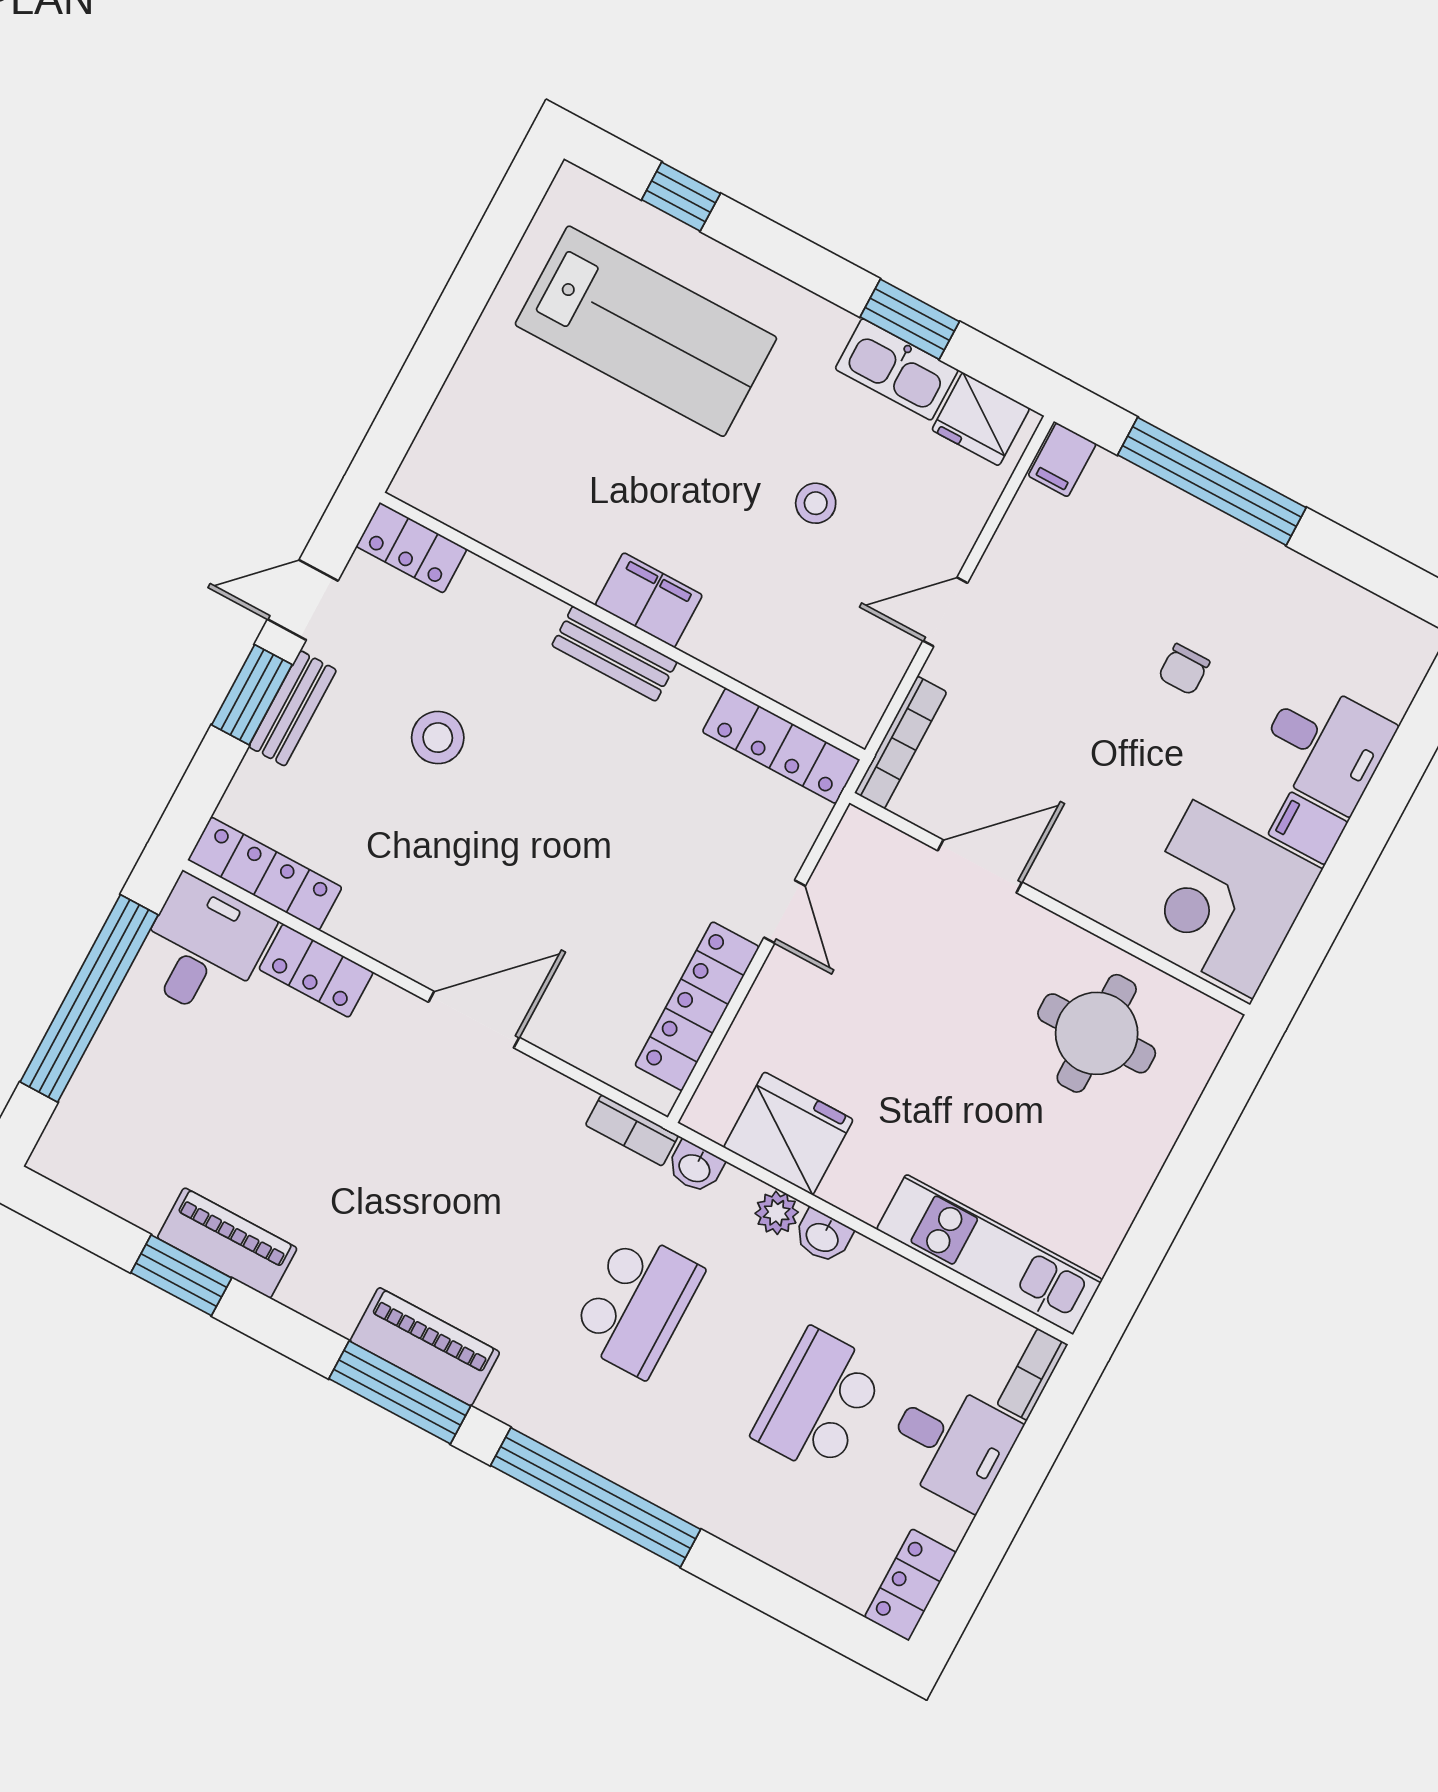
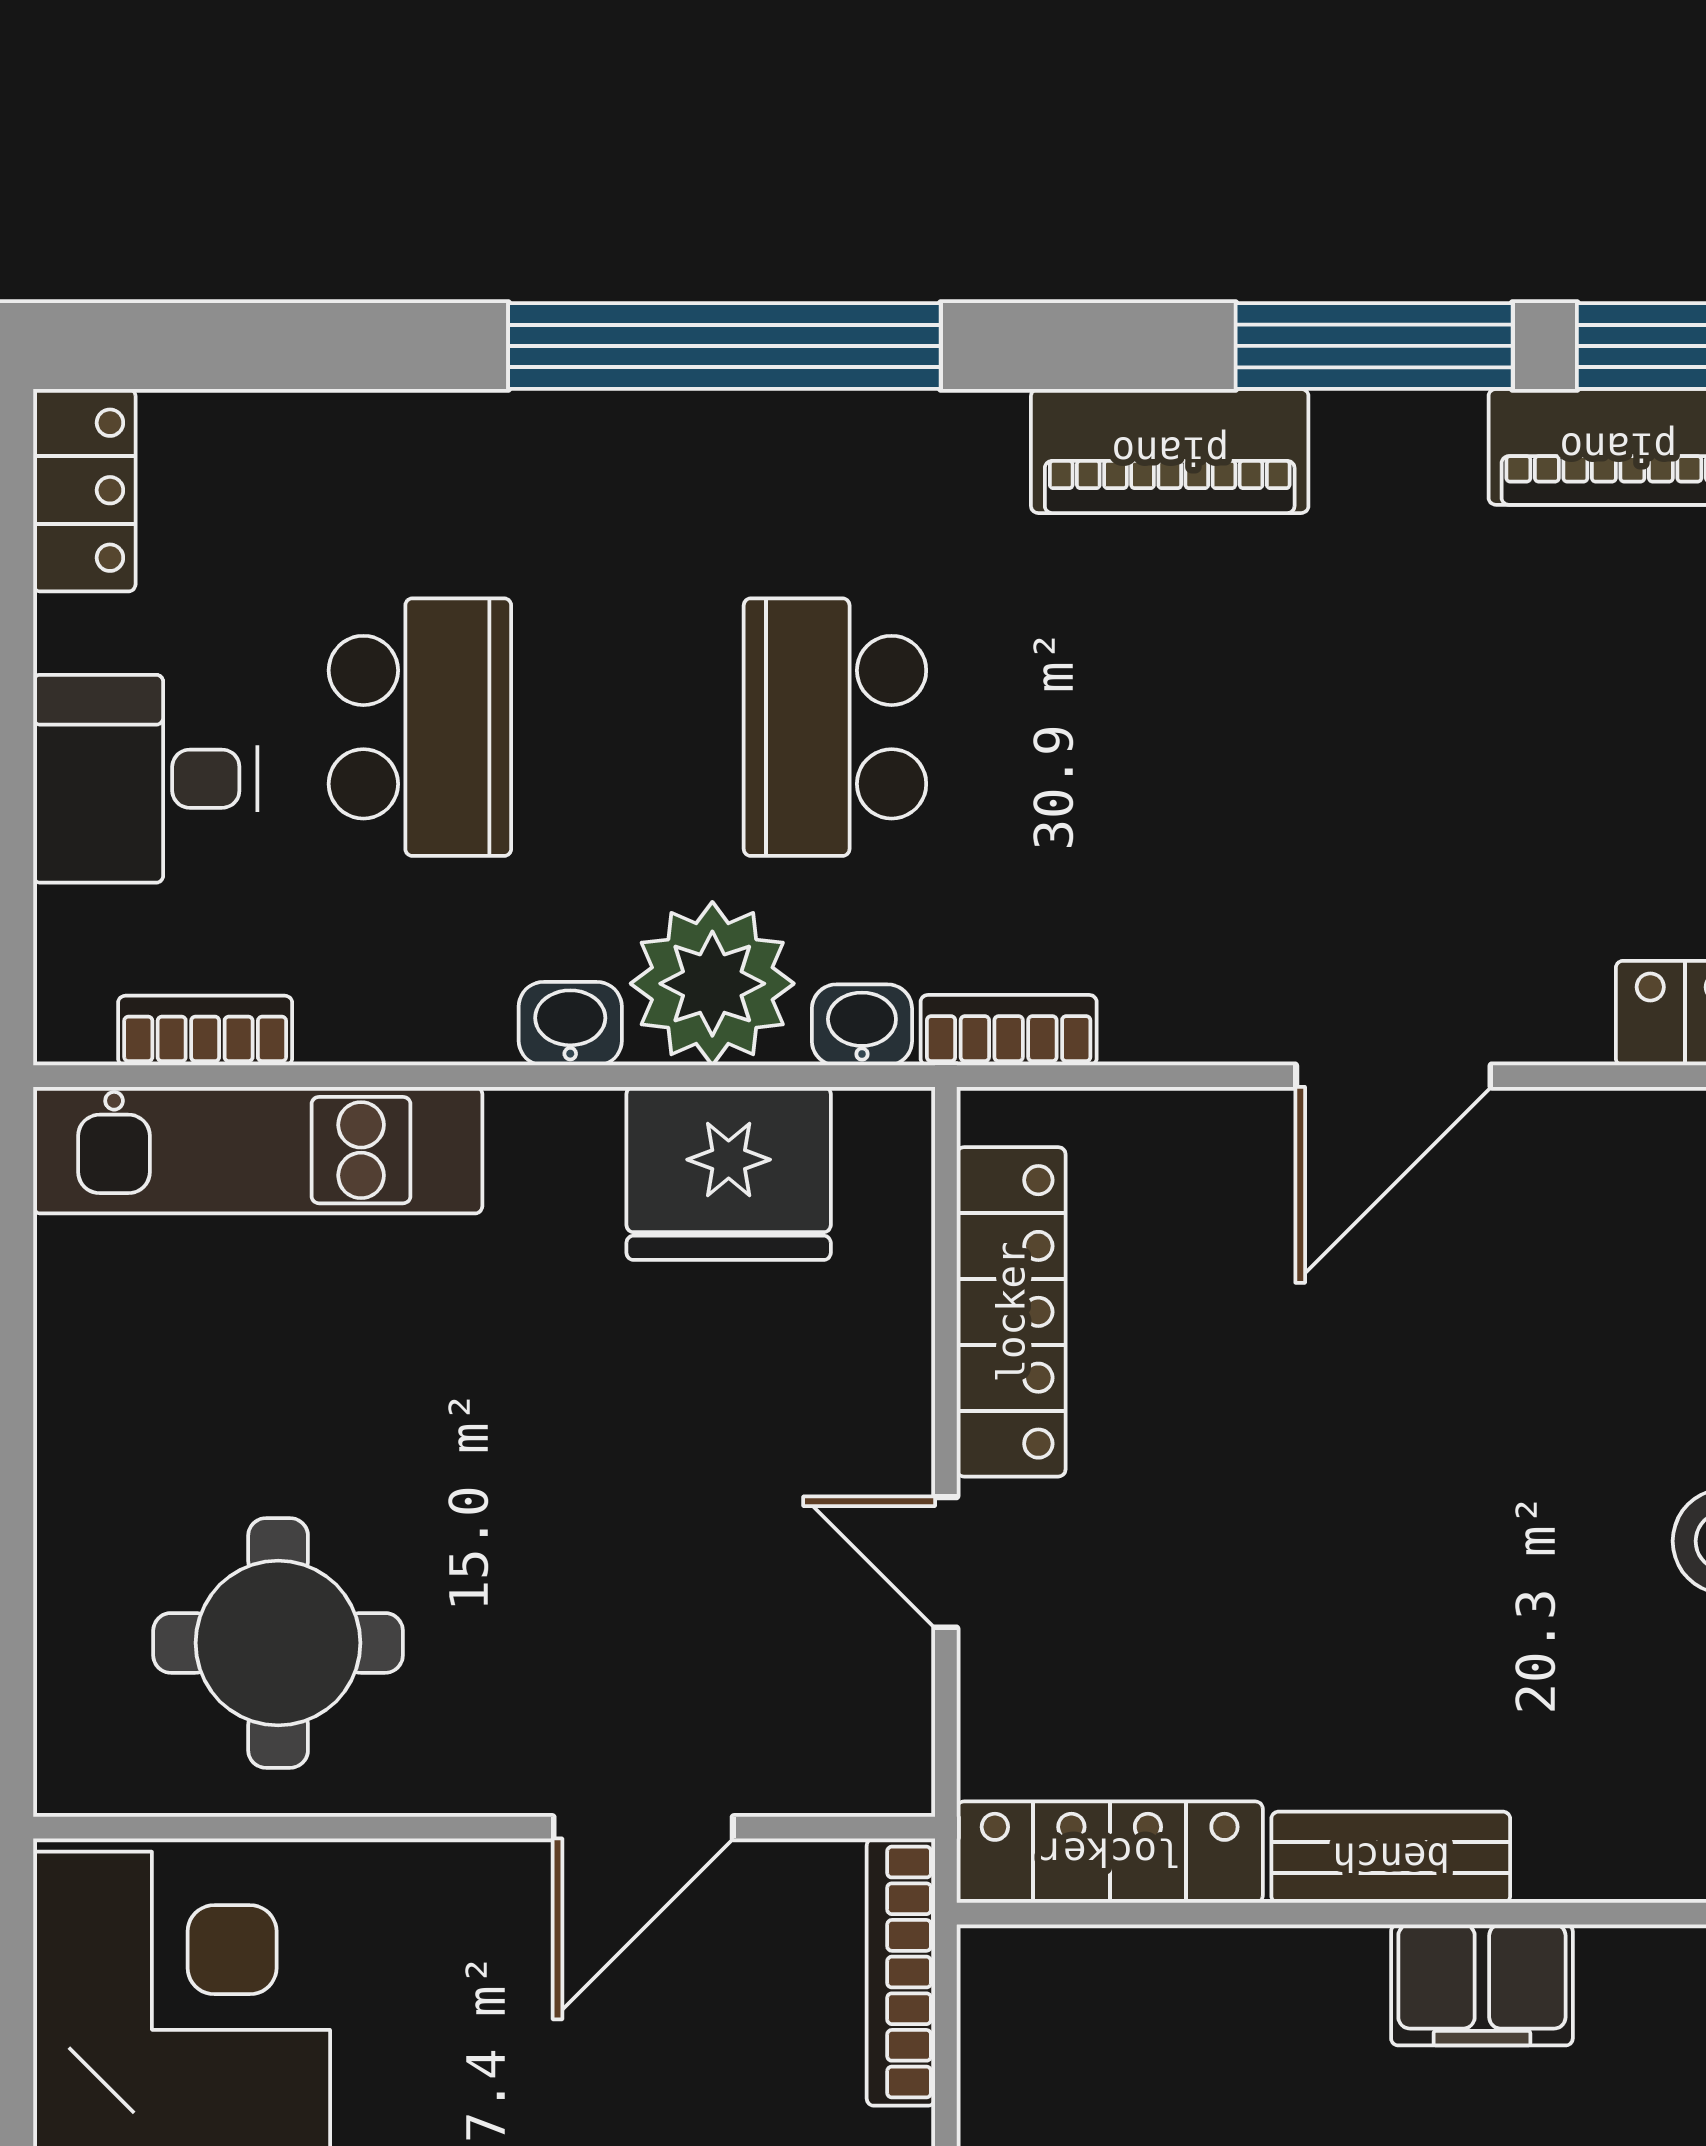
bench: (614, 654) -> (1391, 1857), moved
plant: (777, 1213) -> (712, 984), width x1.87, depth x1.87
bookcase: (1032, 1374) -> (205, 1031), moved, turned -90
window: (400, 1392) -> (1374, 346), moved

